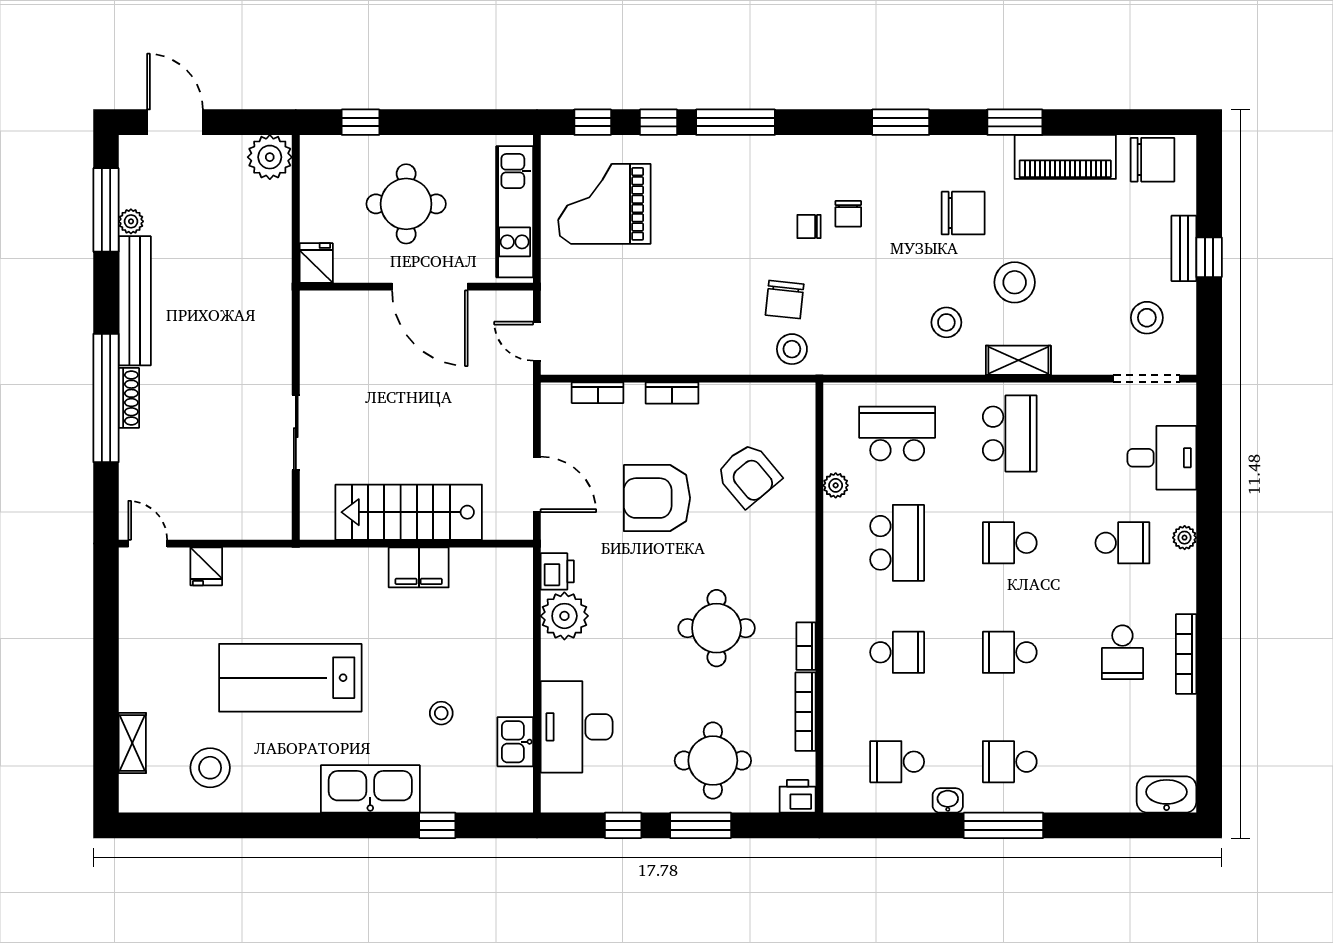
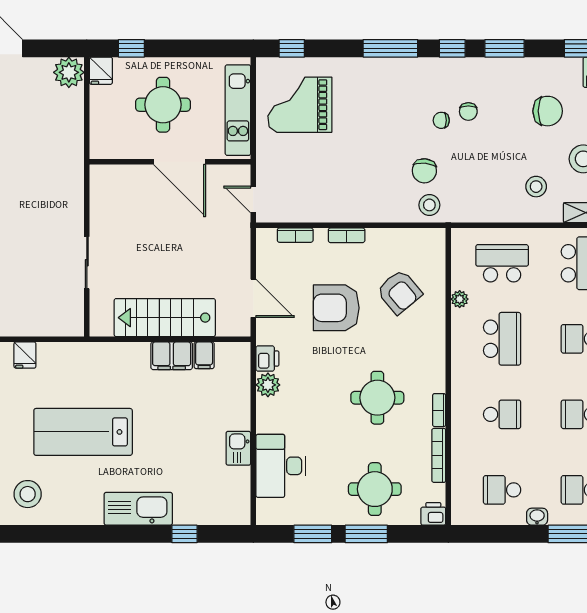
window: (658, 122) -> (452, 48), moved
fridge: (316, 263) -> (101, 71), moved, turned 180
filing cabinet: (466, 567) -> (204, 355), added
plant: (564, 616) -> (268, 385), width x0.73, depth x0.73
stool: (441, 713) -> (187, 456), removed
kitchen sink: (515, 742) -> (238, 448), moved
window: (623, 825) -> (313, 534), width x1.50

